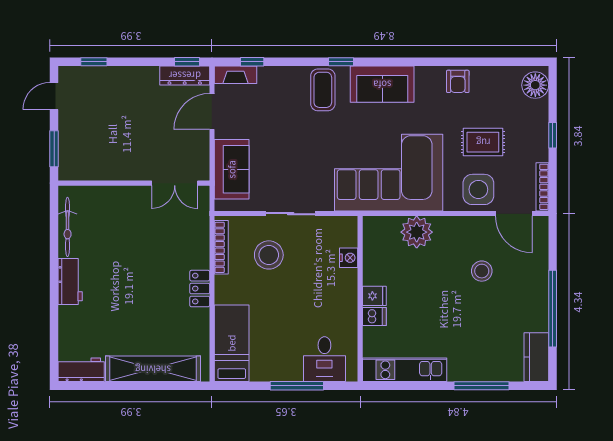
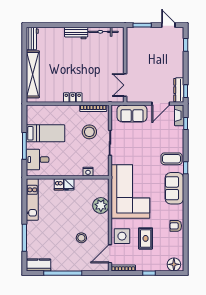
door: (212, 111) -> (161, 104), swing flipped
bed: (232, 343) -> (45, 133), moved

